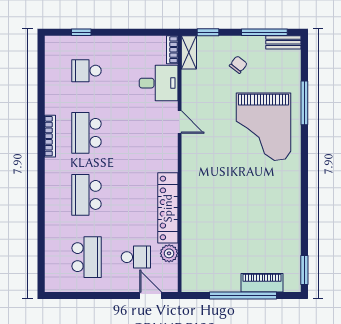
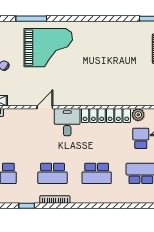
desk: (159, 83) -> (67, 122), moved
window: (41, 96) -> (27, 206), added

